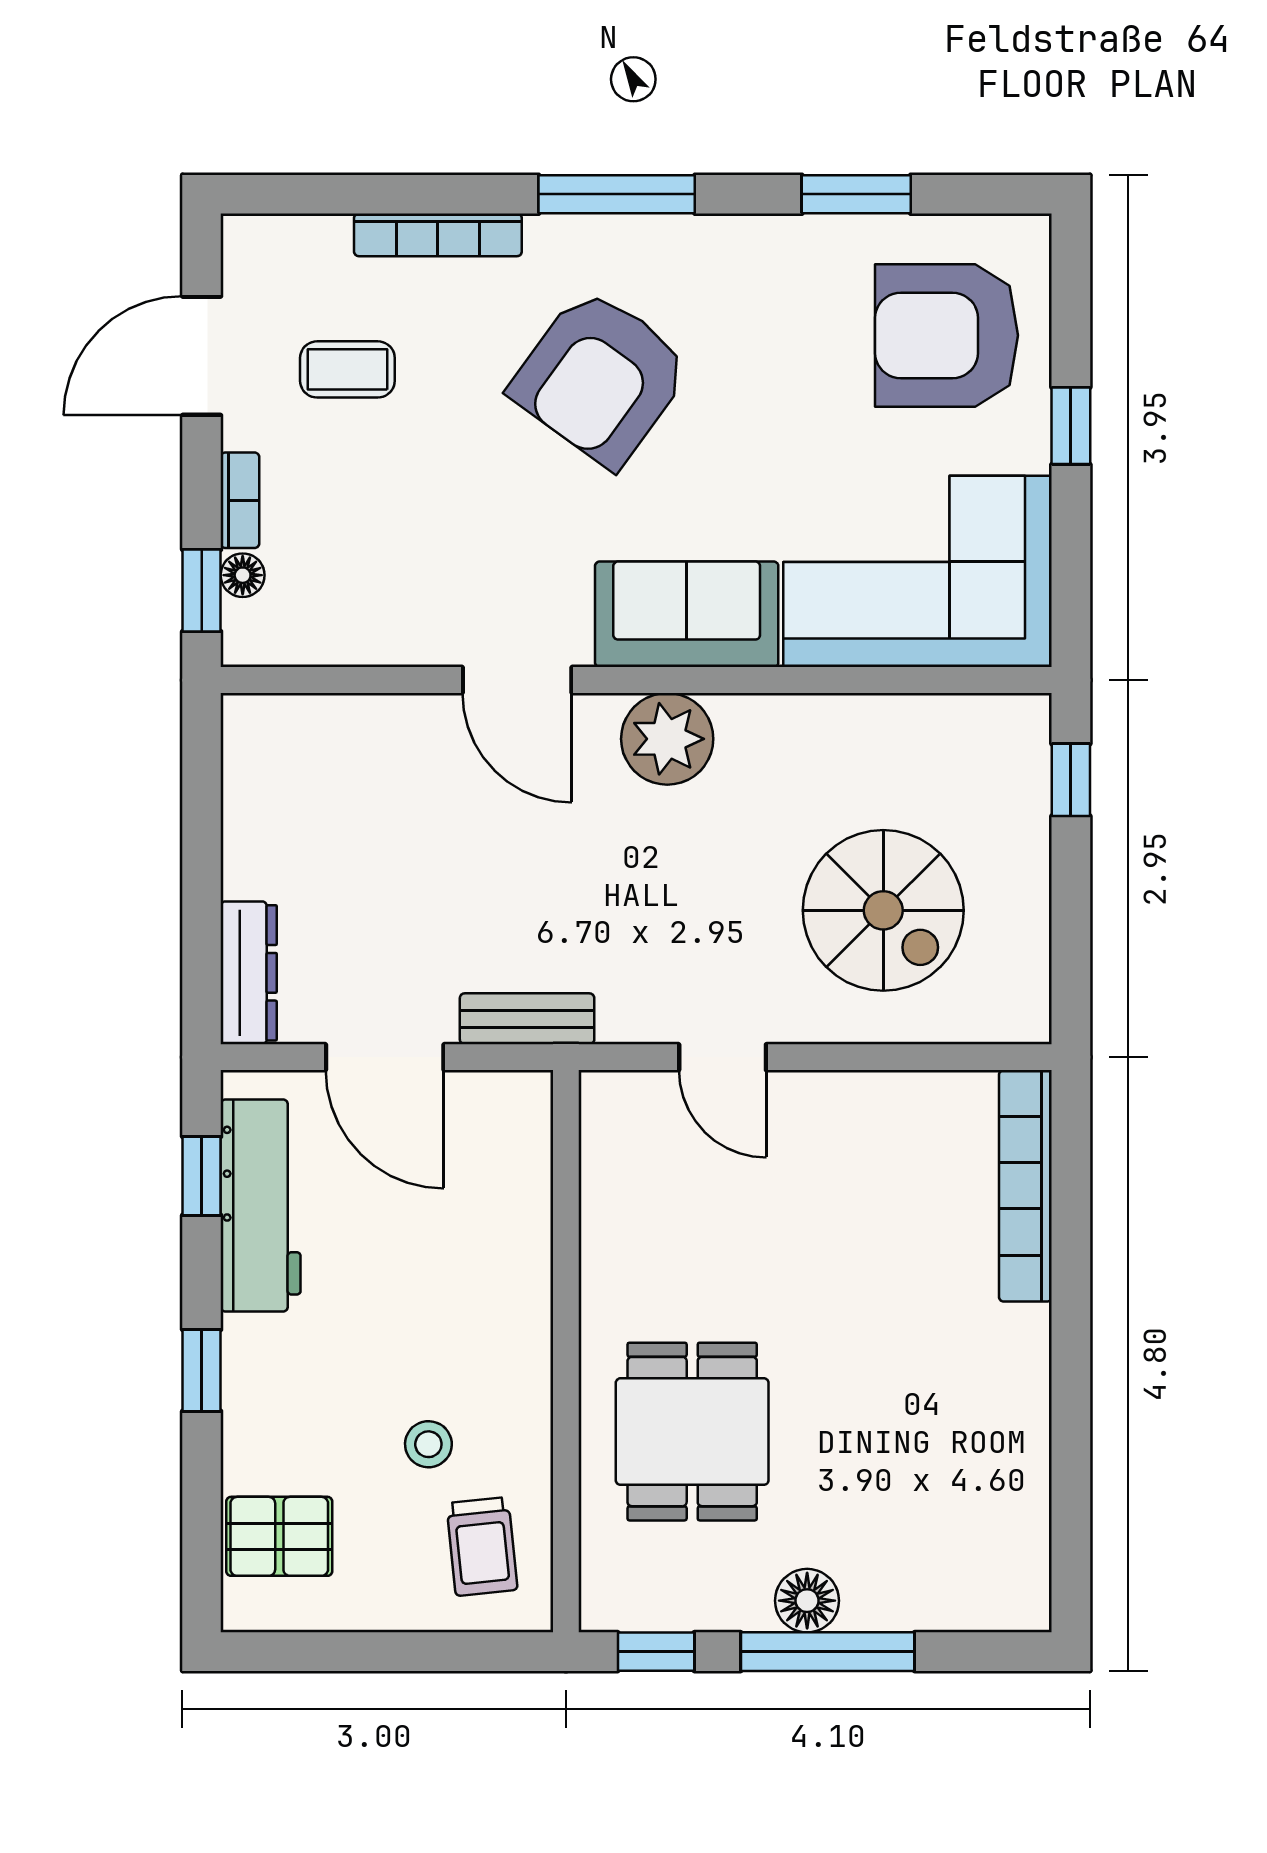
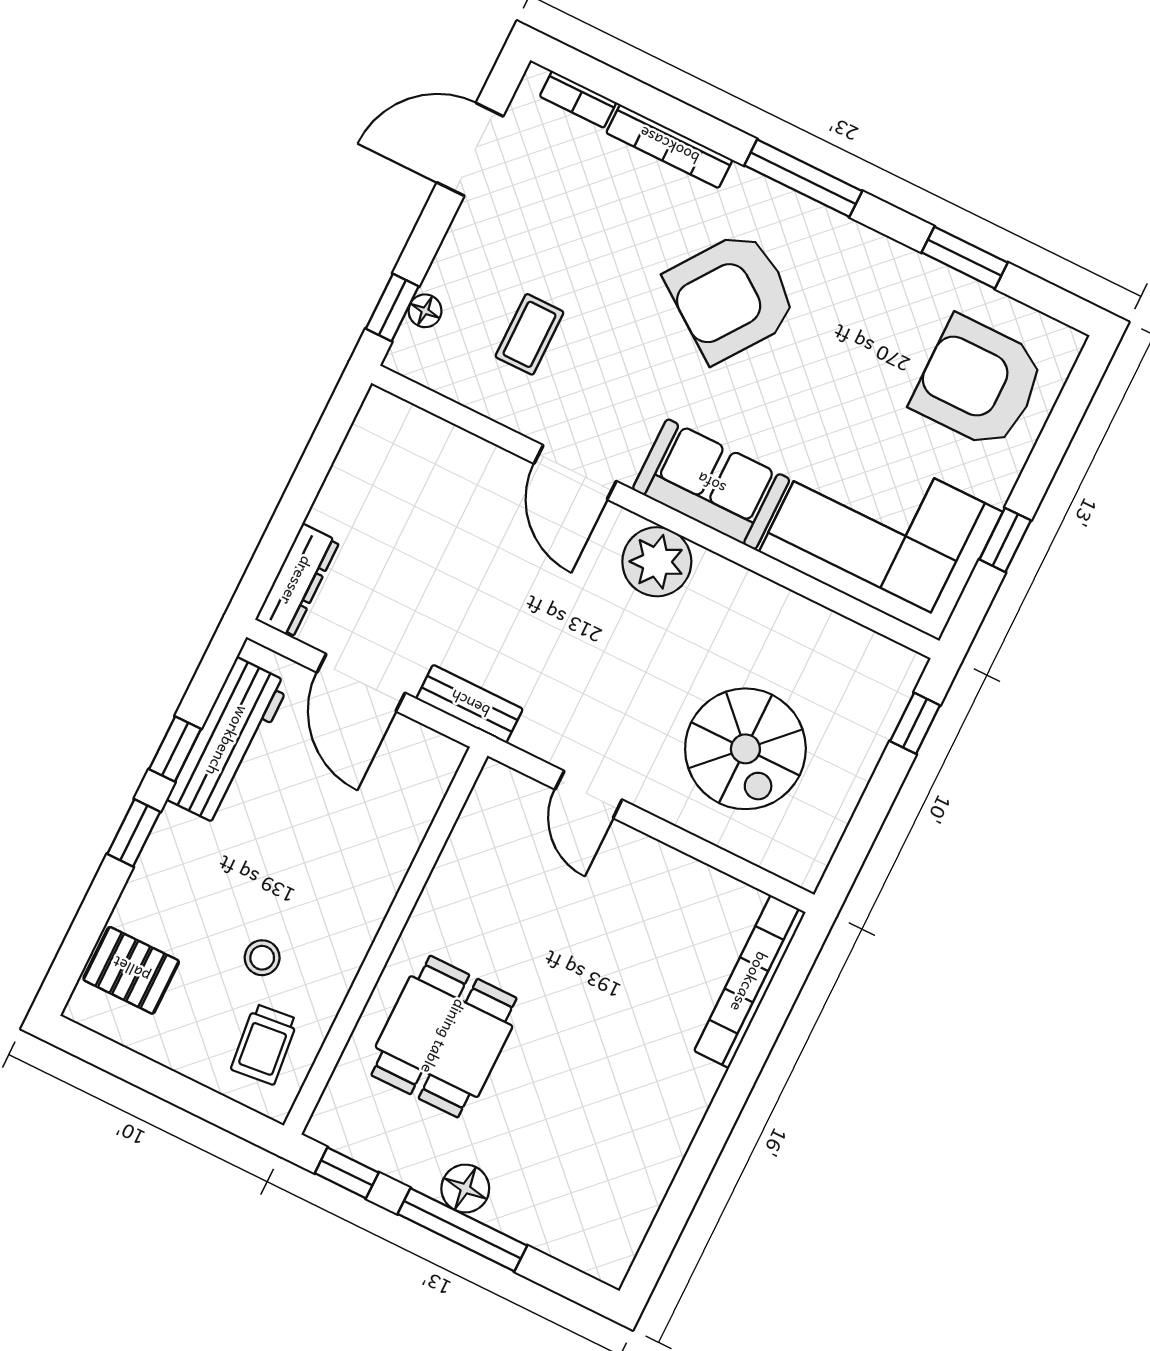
coffee table: (347, 369) -> (529, 334), moved, turned 90
window: (1071, 426) -> (1005, 540), moved
bookcase: (240, 500) -> (578, 99), moved, turned 90
window: (202, 1176) -> (175, 749), moved

